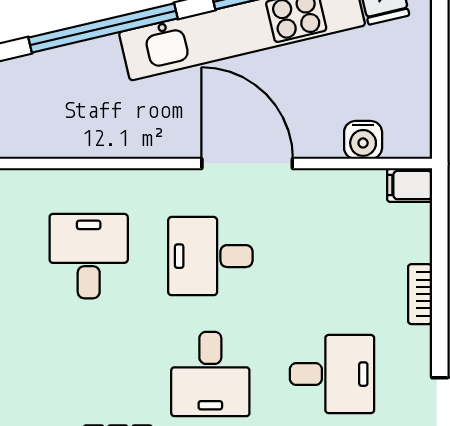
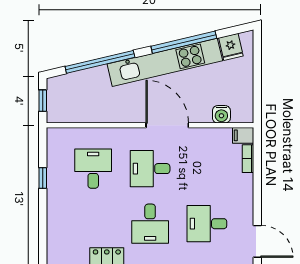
bookcase: (420, 294) -> (248, 159), moved
desk: (332, 374) -> (207, 224), turned 180

